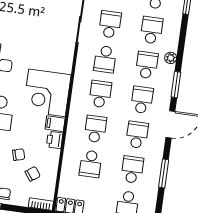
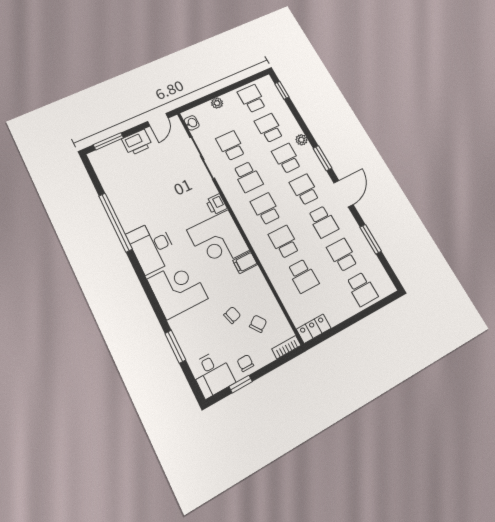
school desk: (137, 135) -> (323, 222), turned 180
printer: (55, 140) -> (216, 204), moved

